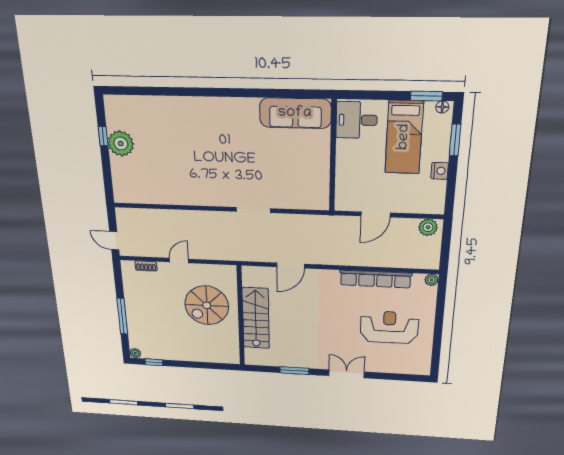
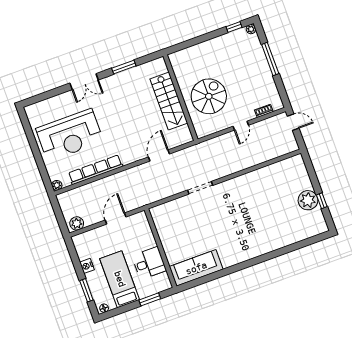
window: (426, 96) -> (150, 299), moved
desk: (357, 120) -> (149, 263), moved
reception desk: (389, 327) -> (70, 135), width x1.36, depth x1.30

